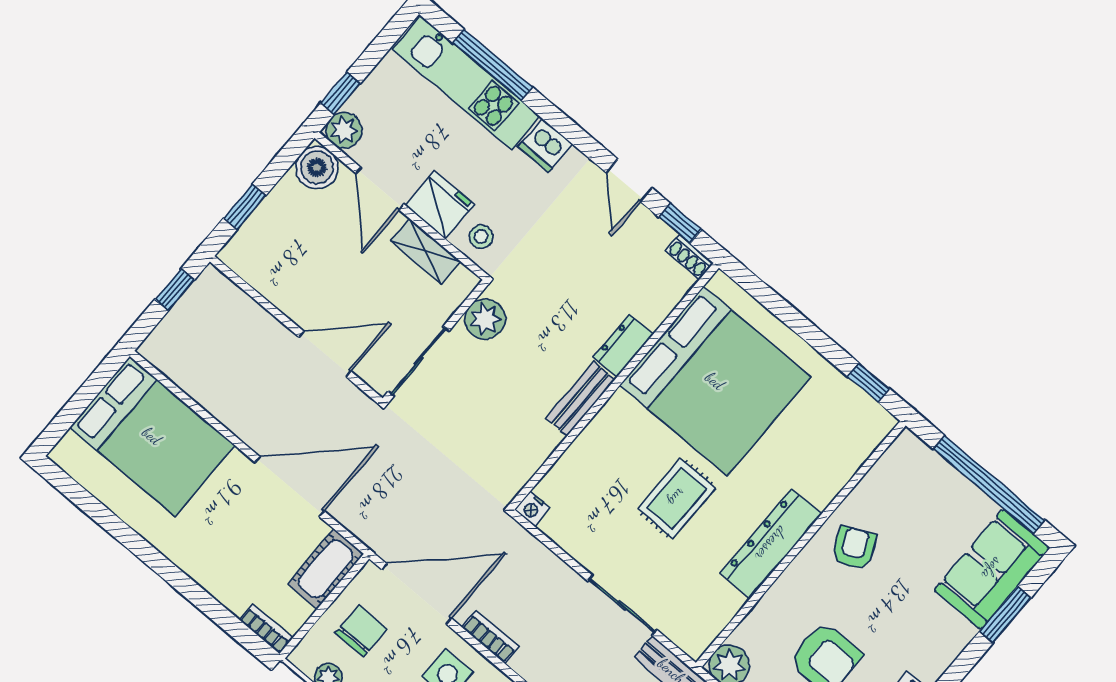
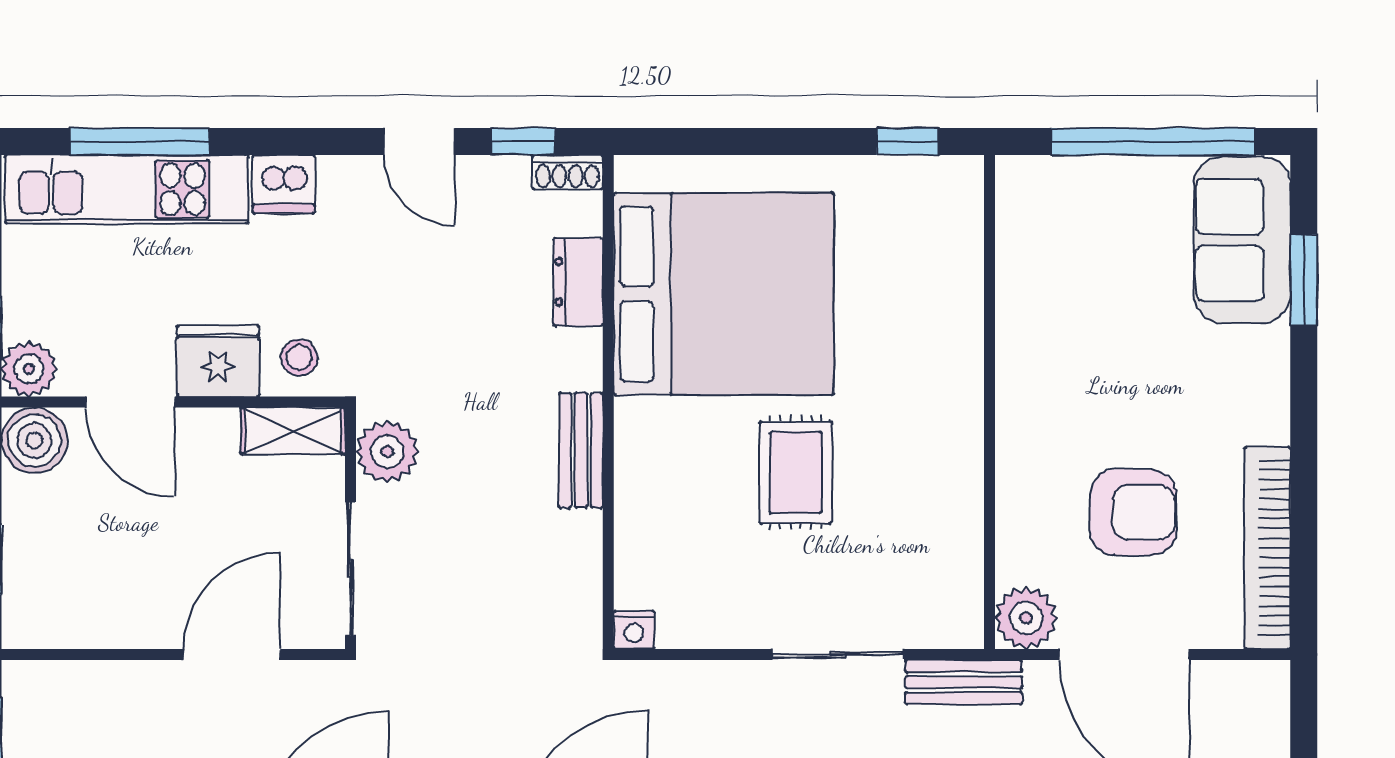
shelving: (425, 251) -> (293, 431), moved
dresser: (623, 346) -> (578, 282), moved
dresser: (771, 544) -> (953, 432), removed
armchair: (854, 548) -> (1057, 353), removed

